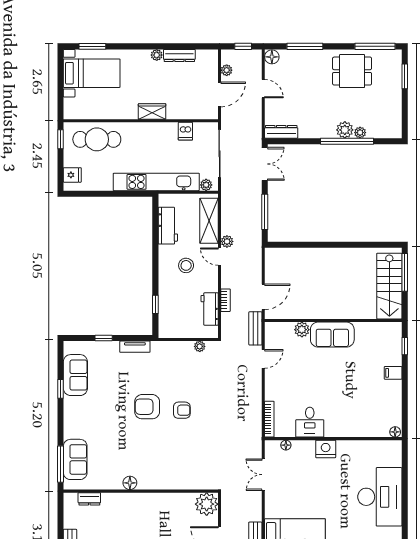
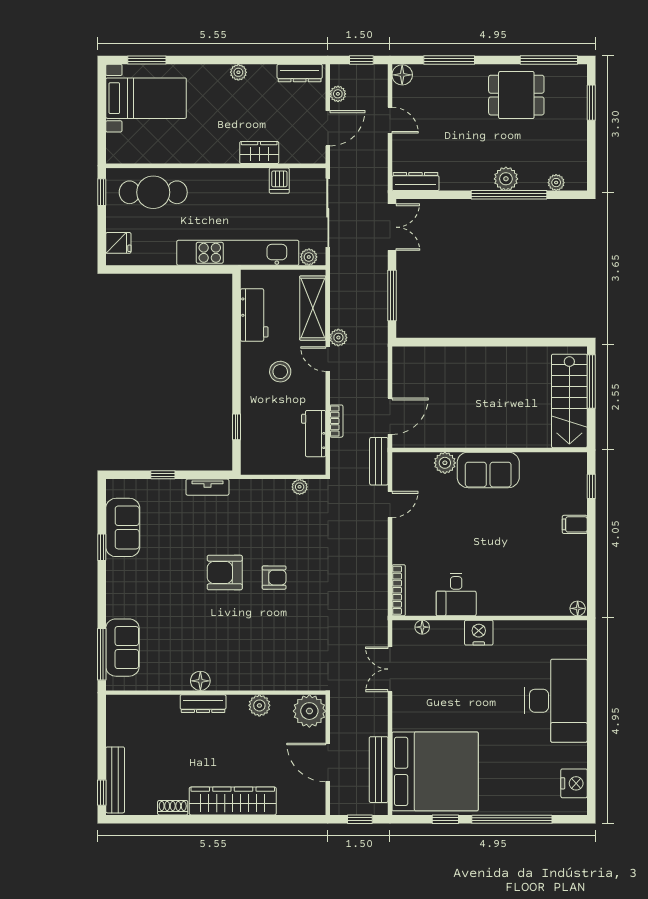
dresser: (179, 56) -> (300, 73), moved
wardrobe: (152, 111) -> (259, 153), moved
plant: (360, 133) -> (556, 183), moved
dresser: (89, 499) -> (203, 704), moved, width x1.44
plant: (171, 500) -> (259, 705), added

